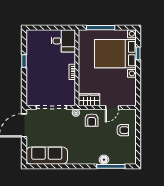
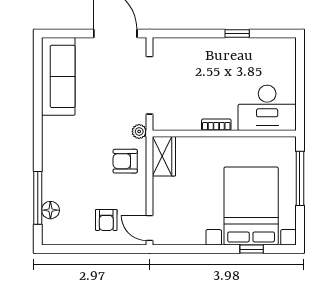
desk: (63, 41) -> (267, 108), width x1.37
door: (112, 107) -> (149, 228), moved
floor lamp: (104, 160) -> (50, 210), moved

